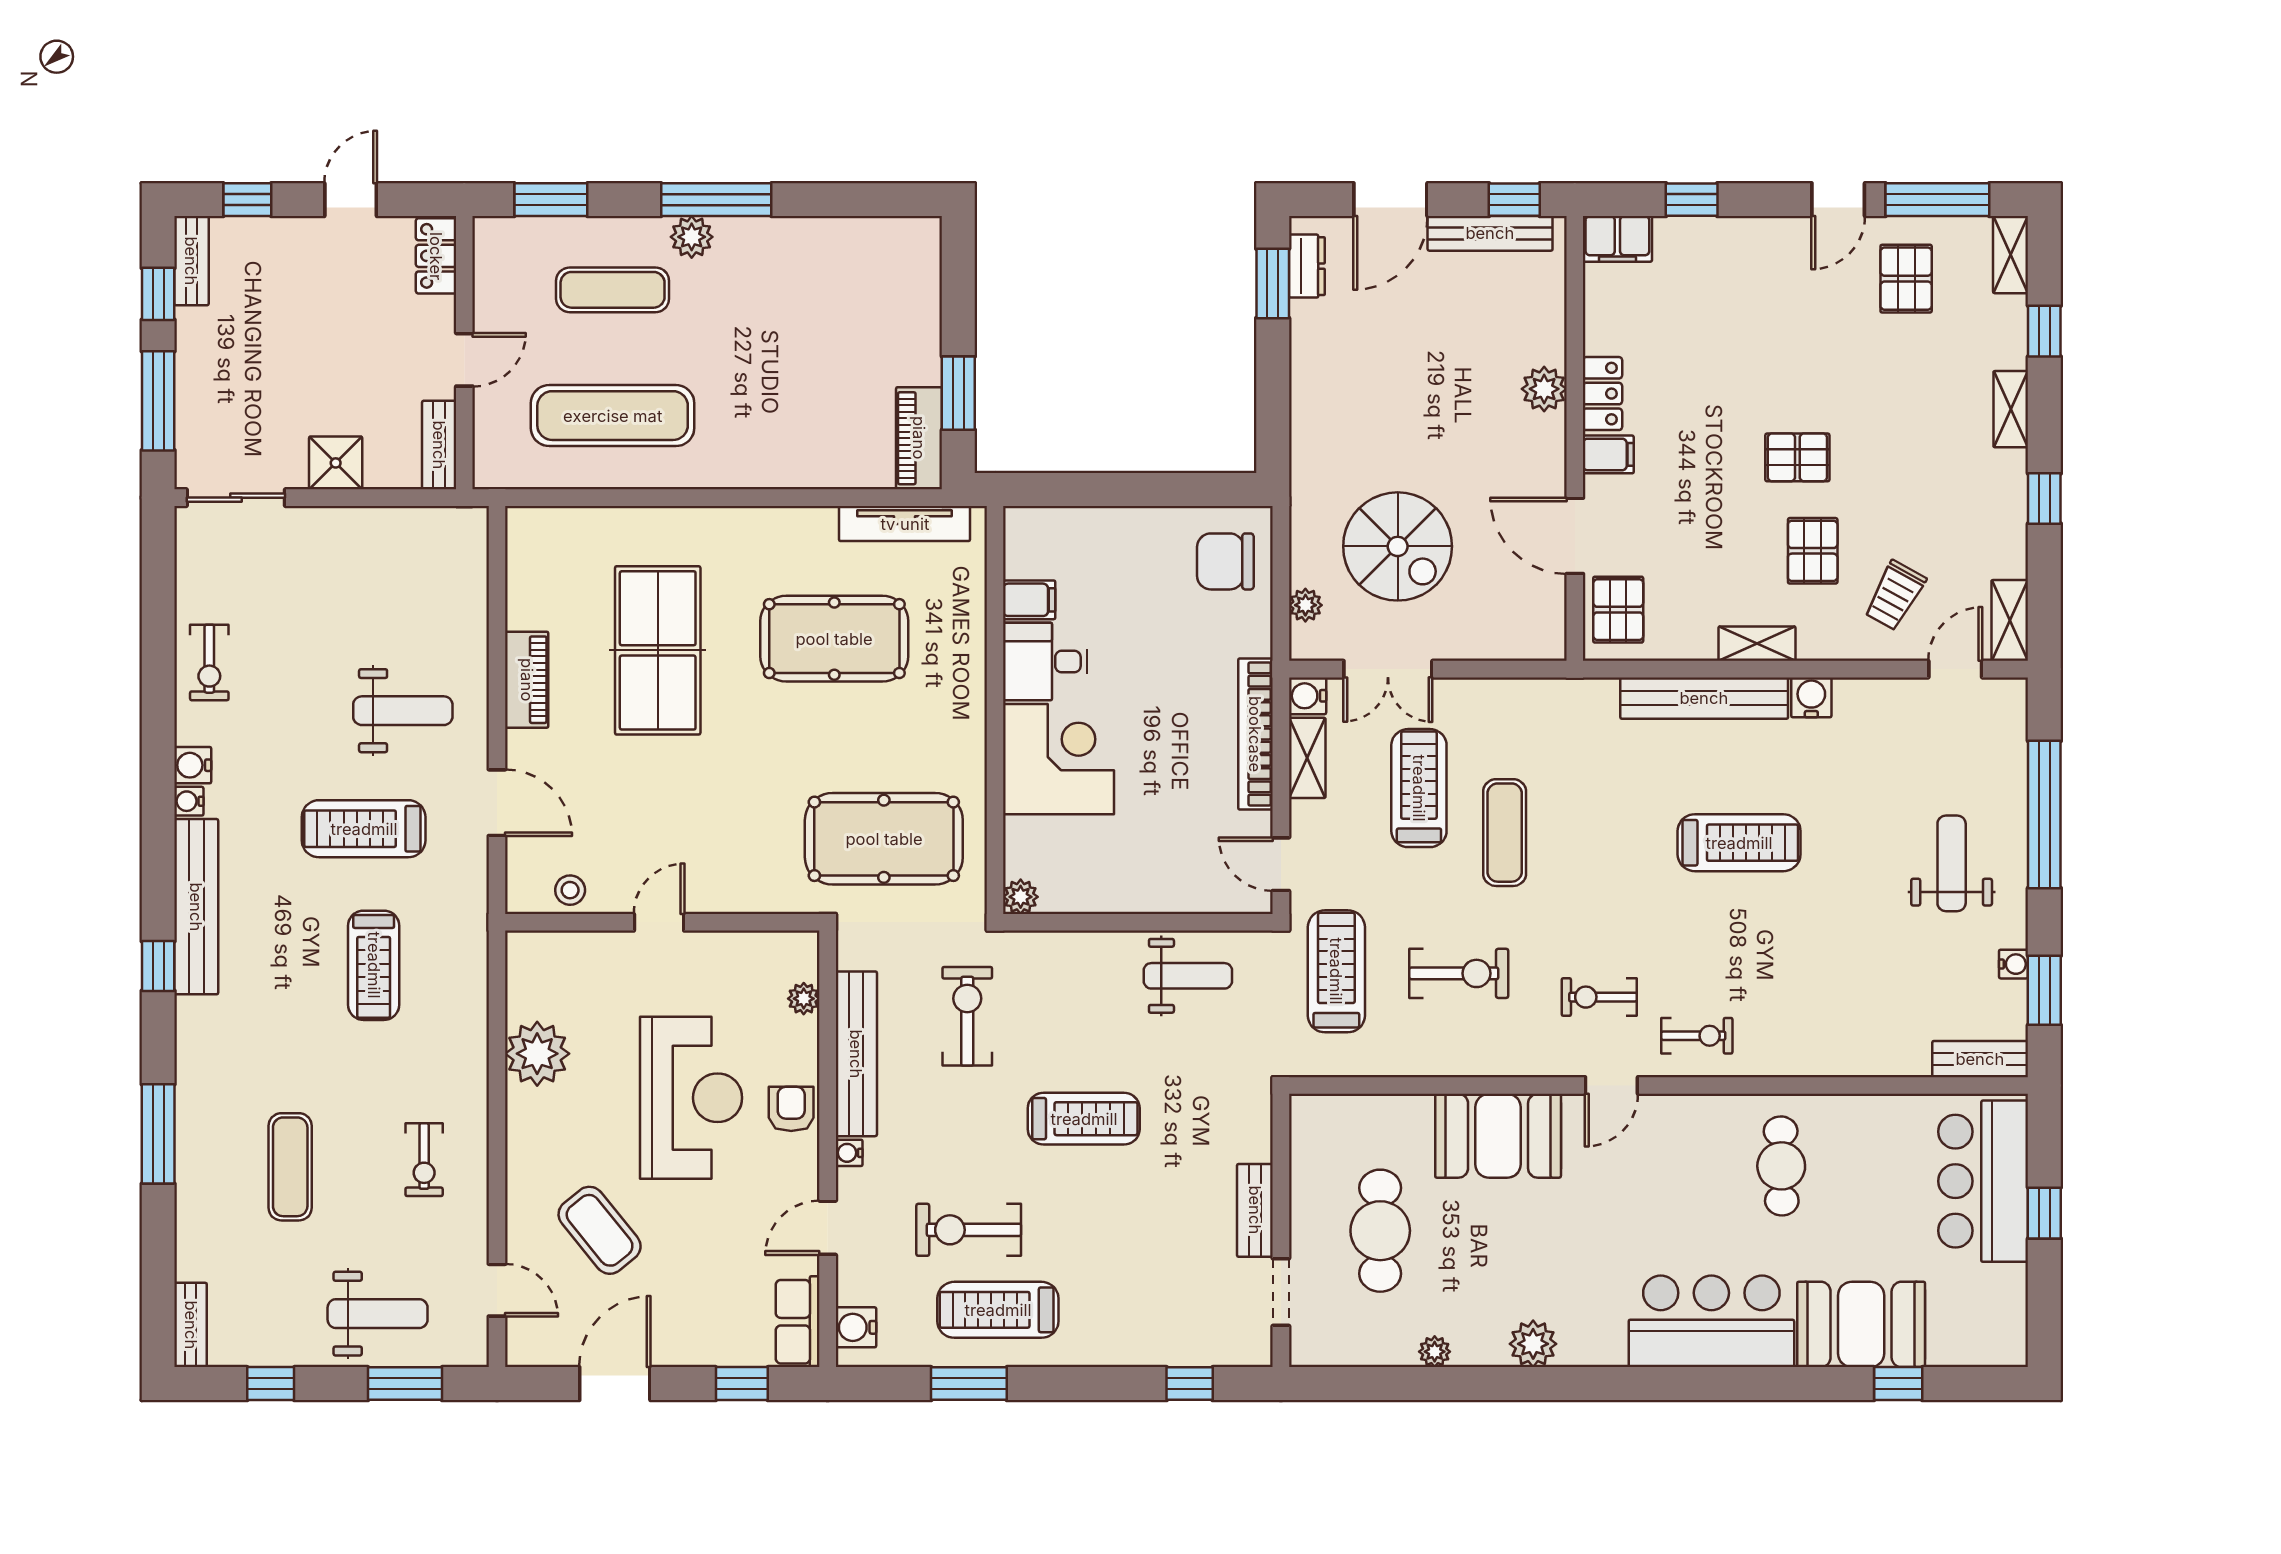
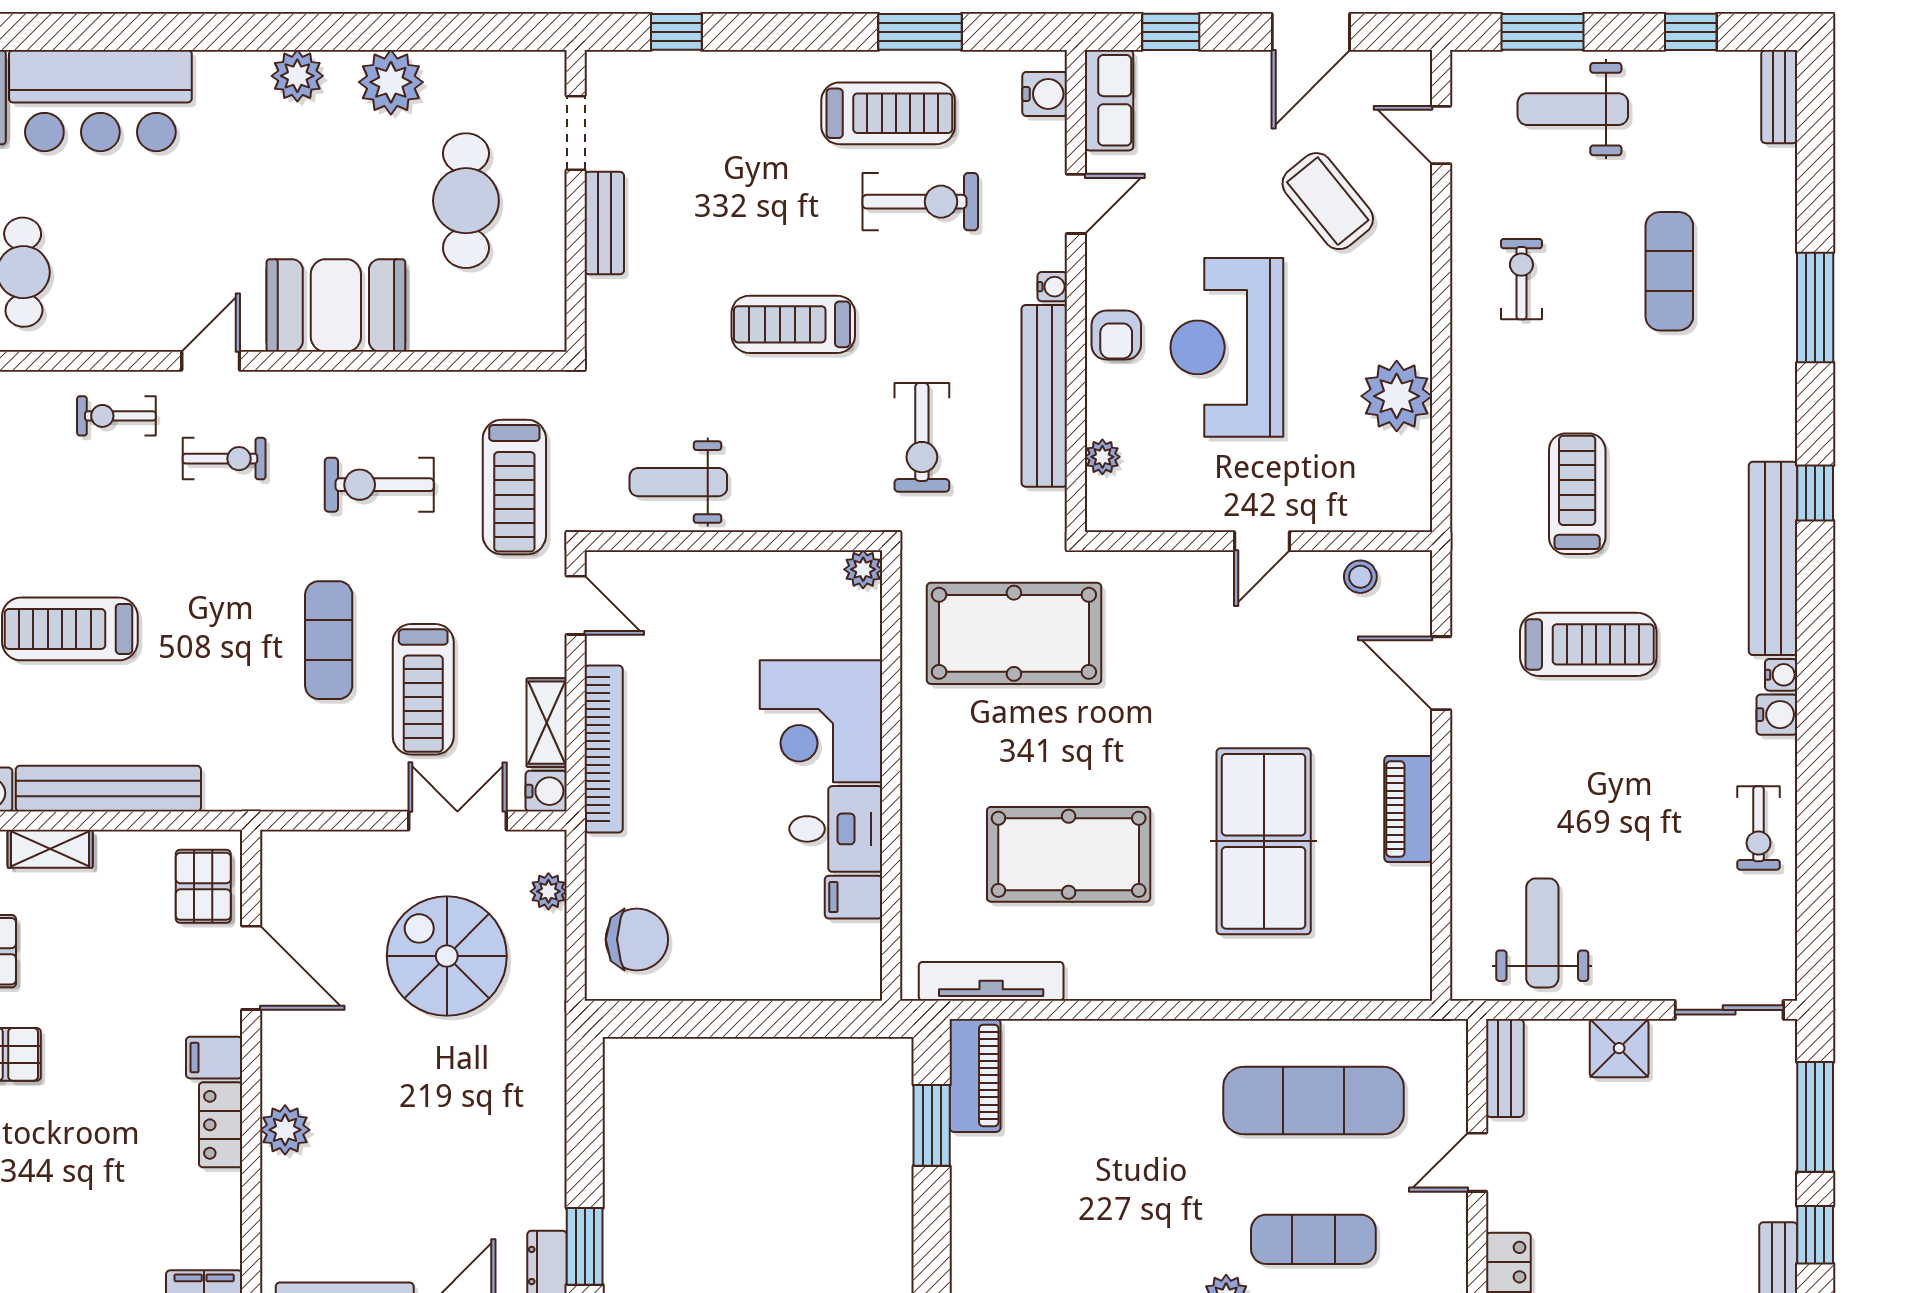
exercise bike: (209, 662) -> (1759, 828), turned 180
weight bench: (403, 711) -> (1542, 933), moved, turned 90
plant: (1435, 1352) -> (391, 82), width x1.88, depth x1.88

